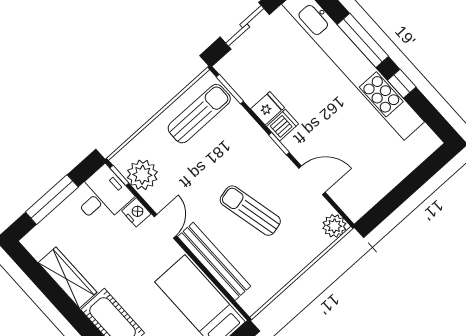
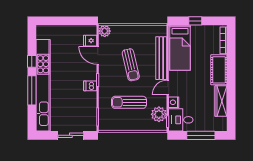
fridge: (268, 108) -> (90, 41), moved
sun lounger: (199, 114) -> (129, 102), moved

